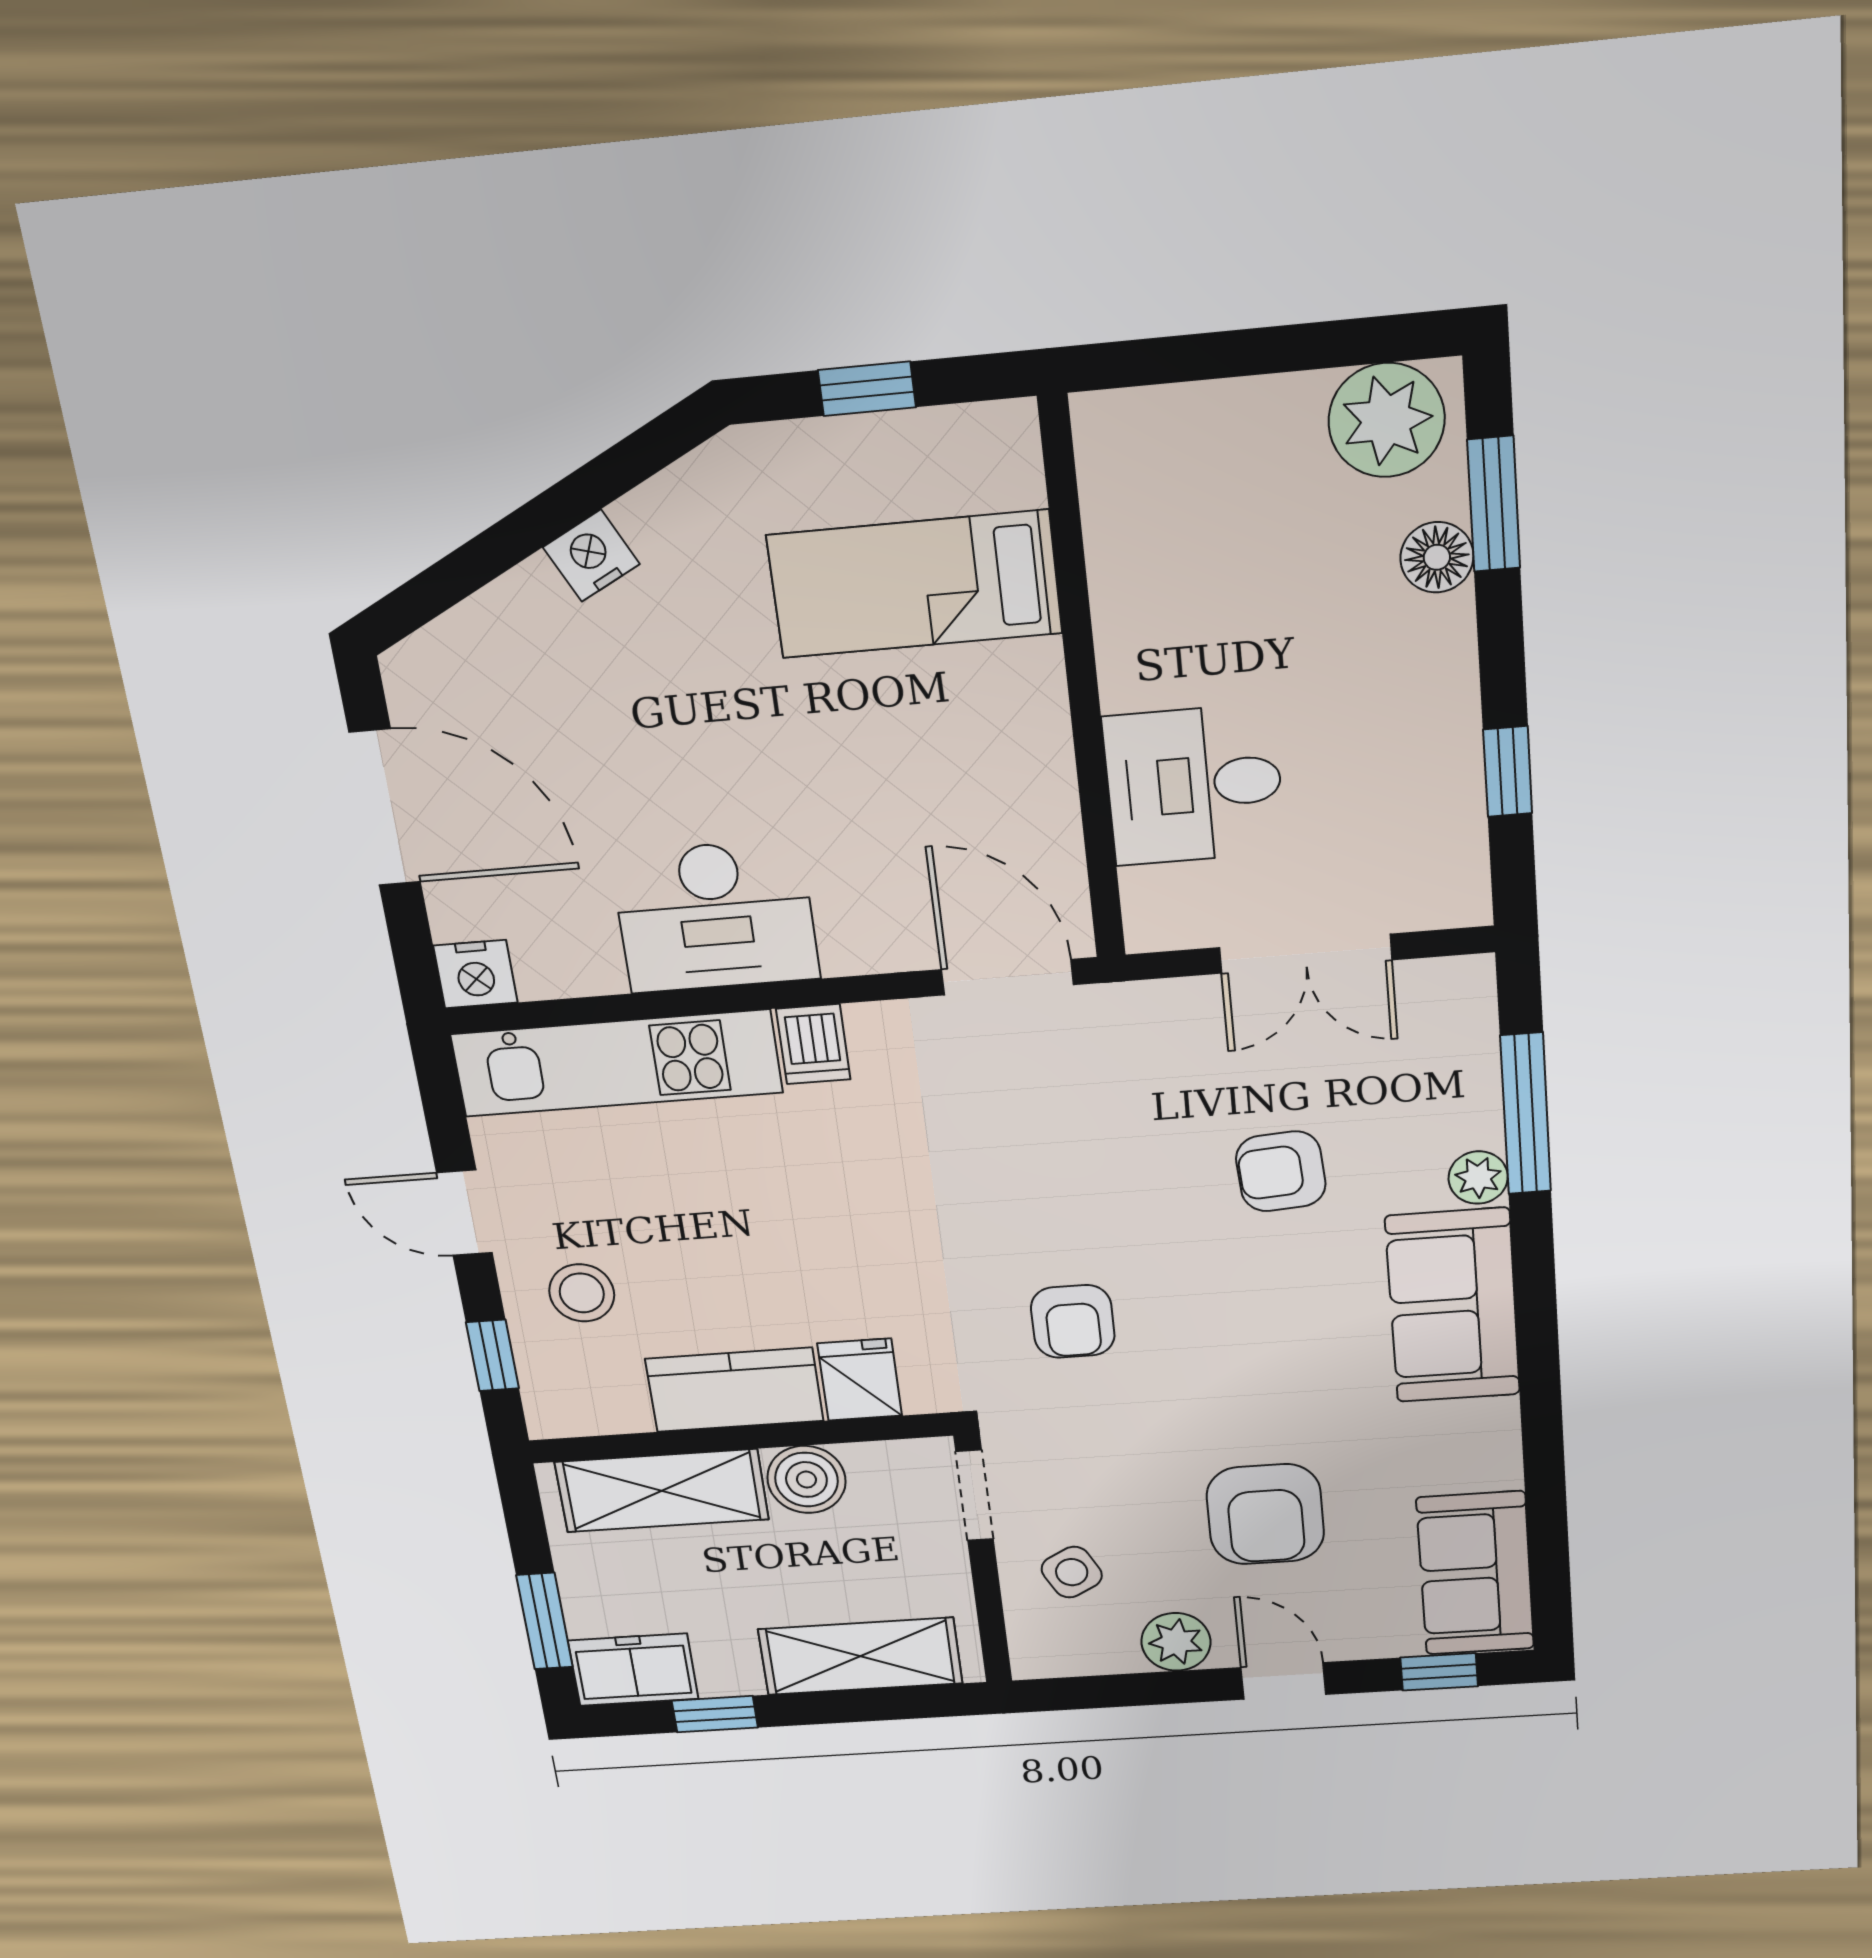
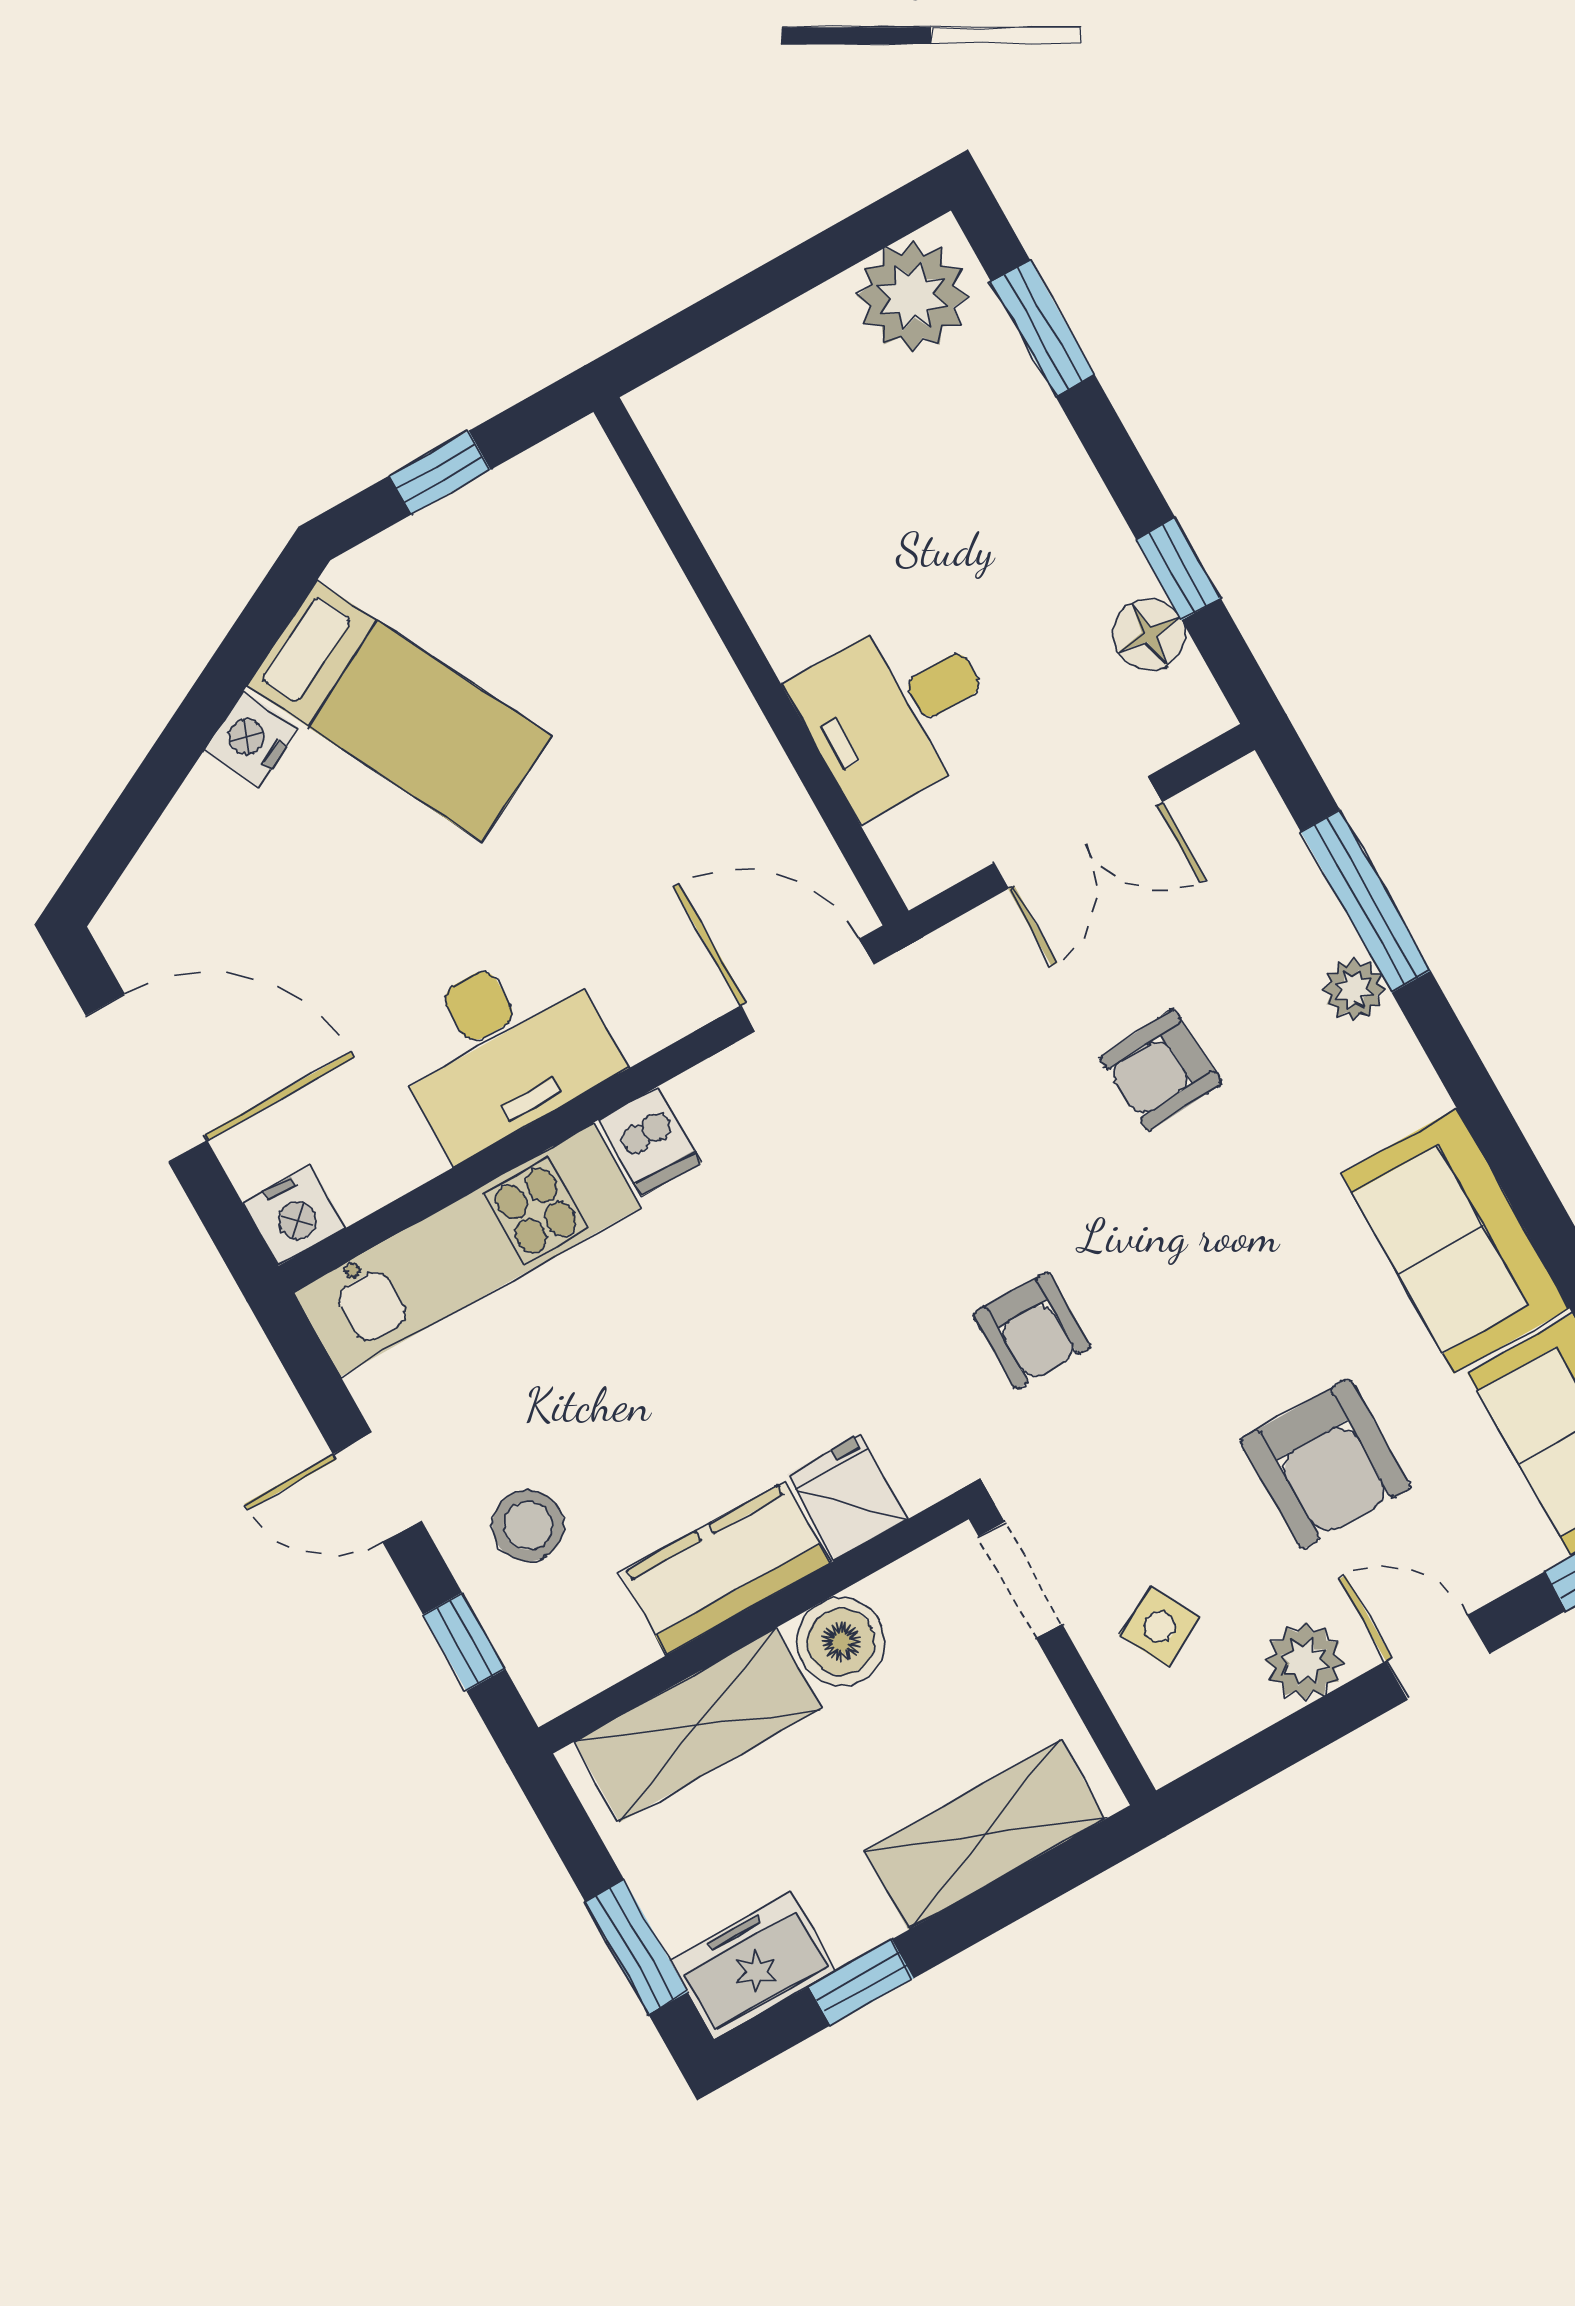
floor lamp: (1437, 557) -> (1149, 635), moved
bed: (915, 584) -> (399, 711), moved, turned -117
sofa: (1453, 1306) -> (1455, 1241), moved

